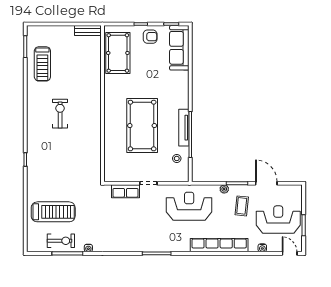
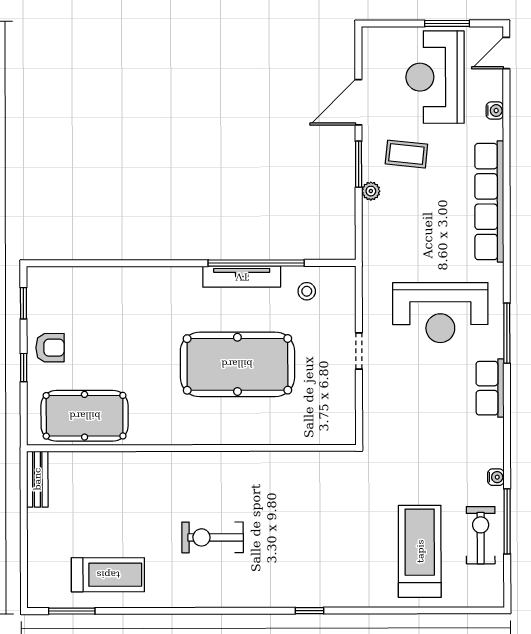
armchair: (150, 37) -> (50, 348), turned 90
sofa: (179, 48) -> (74, 286), removed
row of seats: (125, 191) -> (490, 388), moved, turned 180
reception desk: (189, 206) -> (440, 313), moved, turned -90

